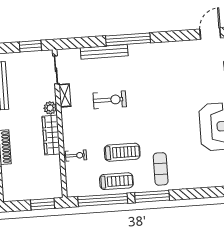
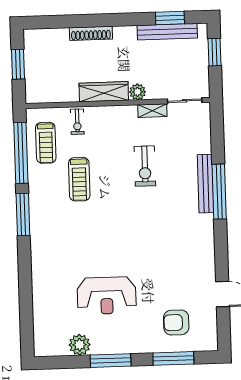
window: (30, 46) -> (215, 52), moved
bench: (104, 52) -> (206, 184), moved
exercise mat: (161, 169) -> (57, 226), removed
treadmill: (116, 181) -> (46, 143), moved
window: (43, 204) -> (18, 64), moved

